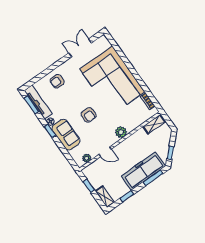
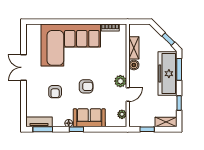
double door: (80, 48) -> (24, 67), moved
armchair: (57, 81) -> (55, 92), moved
tv unit: (38, 102) -> (39, 122), width x0.71
shelving: (154, 124) -> (134, 48), moved
plant: (121, 132) -> (120, 81), moved
boiler: (131, 140) -> (134, 65), added

